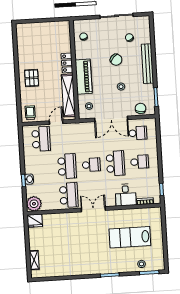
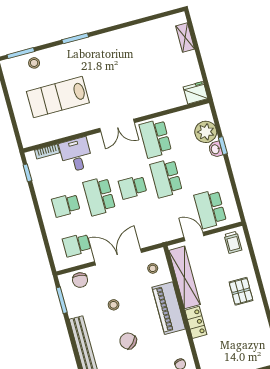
door: (56, 122) -> (194, 236), swing flipped
plant: (34, 204) -> (206, 132), moved
lab bench: (130, 237) -> (58, 97), turned 180

